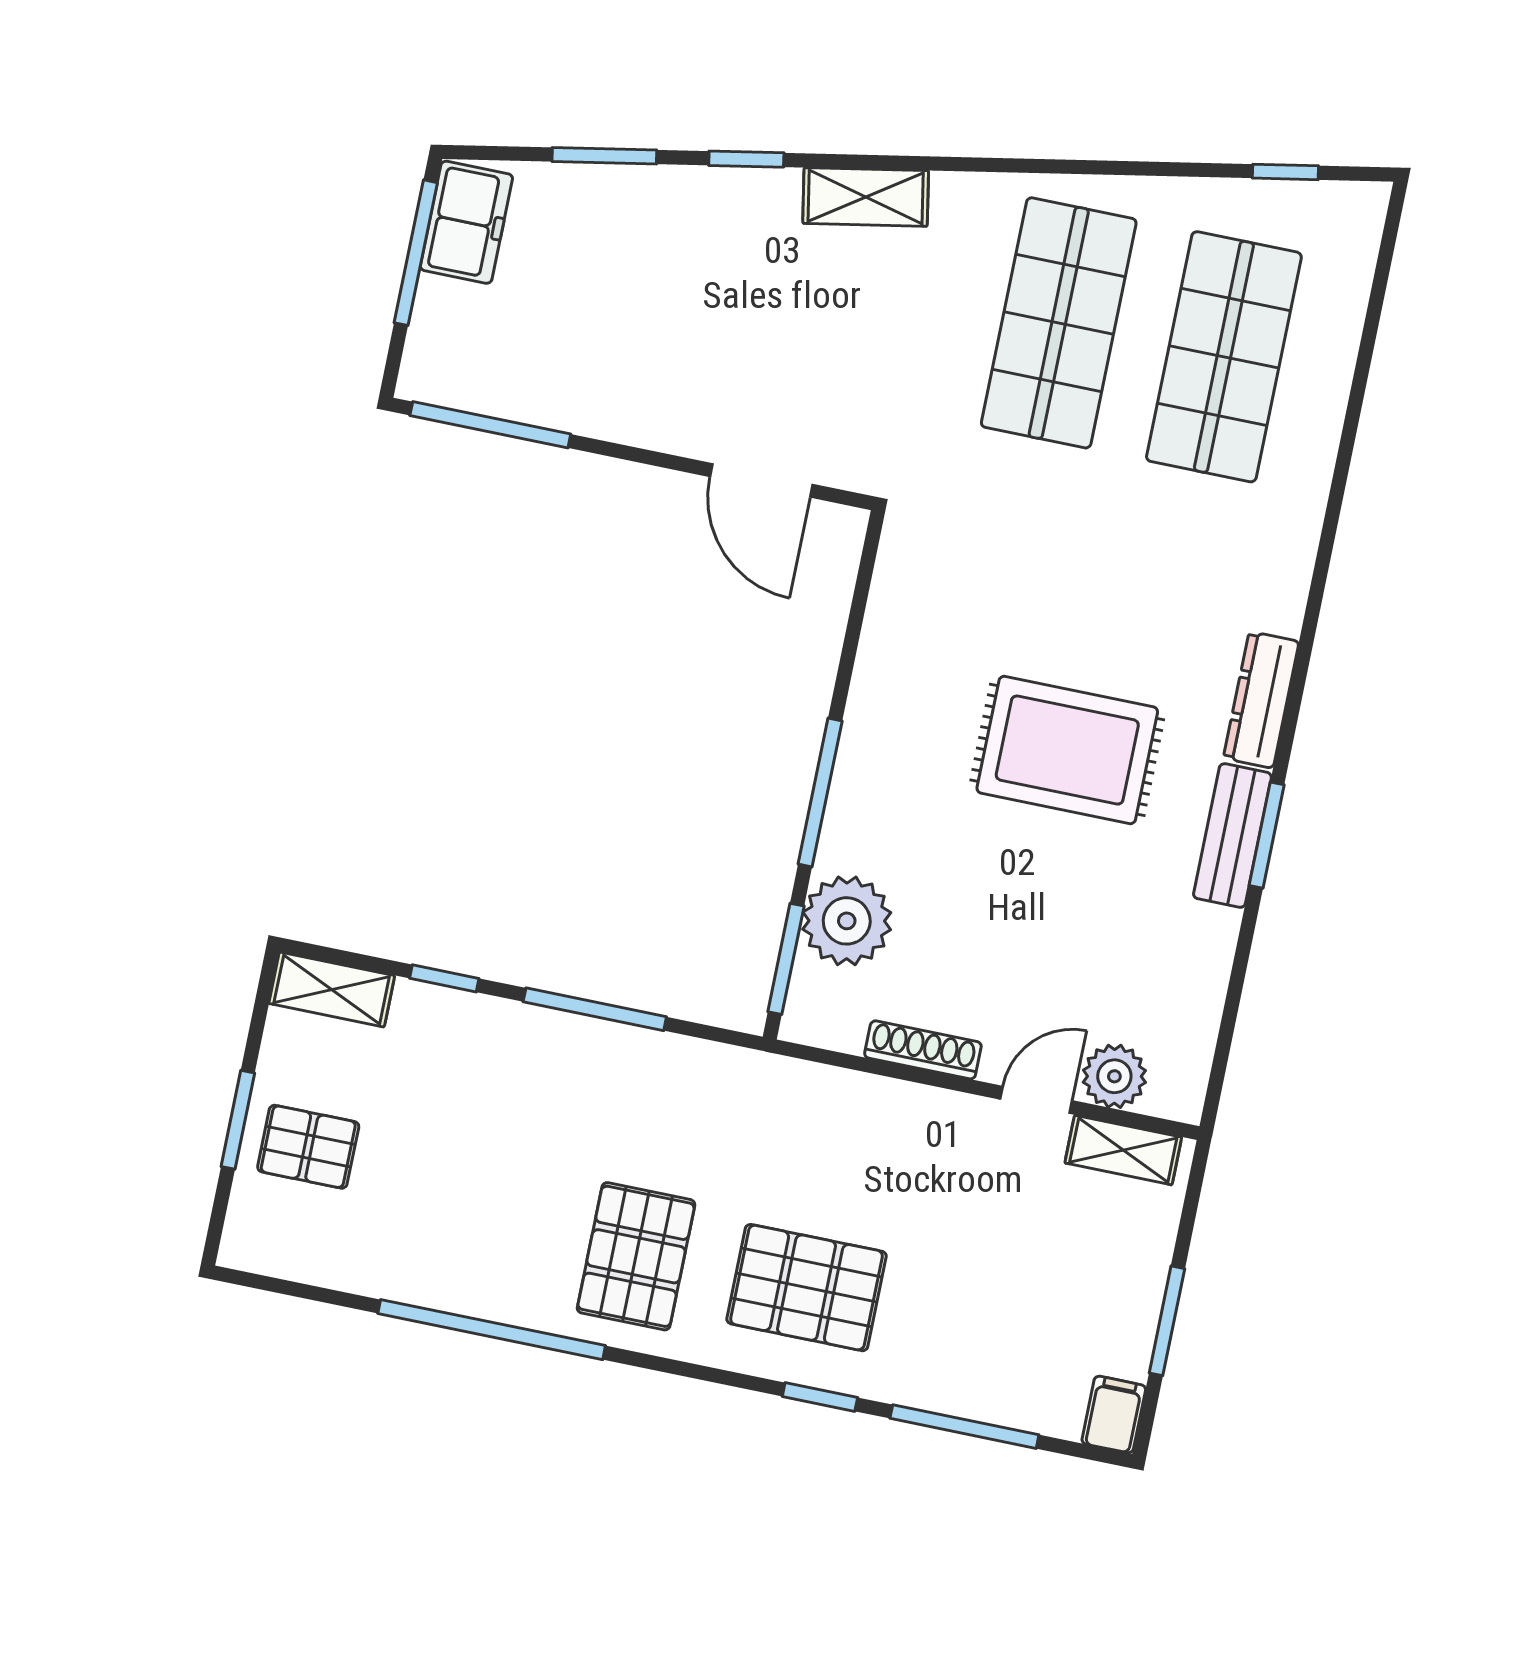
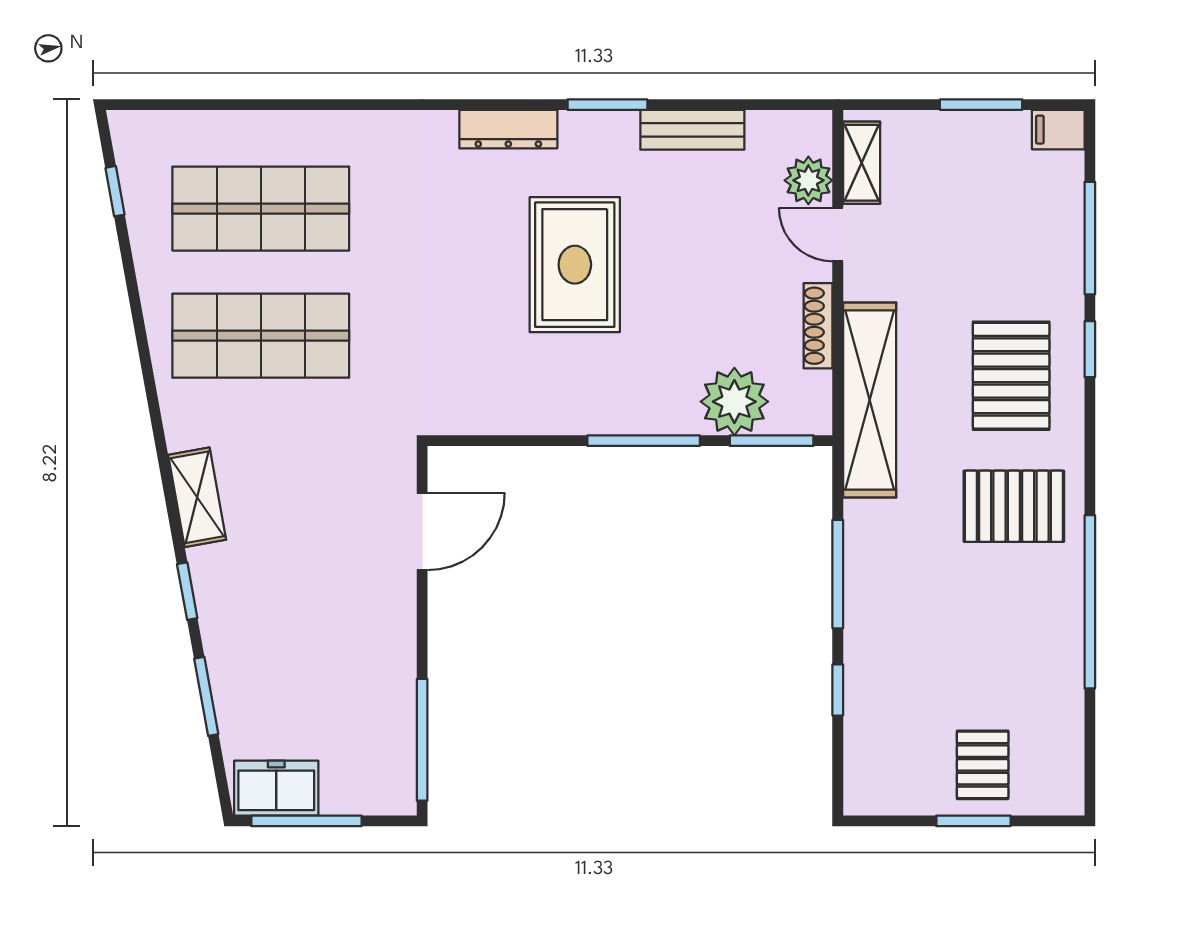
bench: (1232, 836) -> (692, 130), moved
shelving: (332, 989) -> (870, 400), moved, width x2.20, depth x1.33

